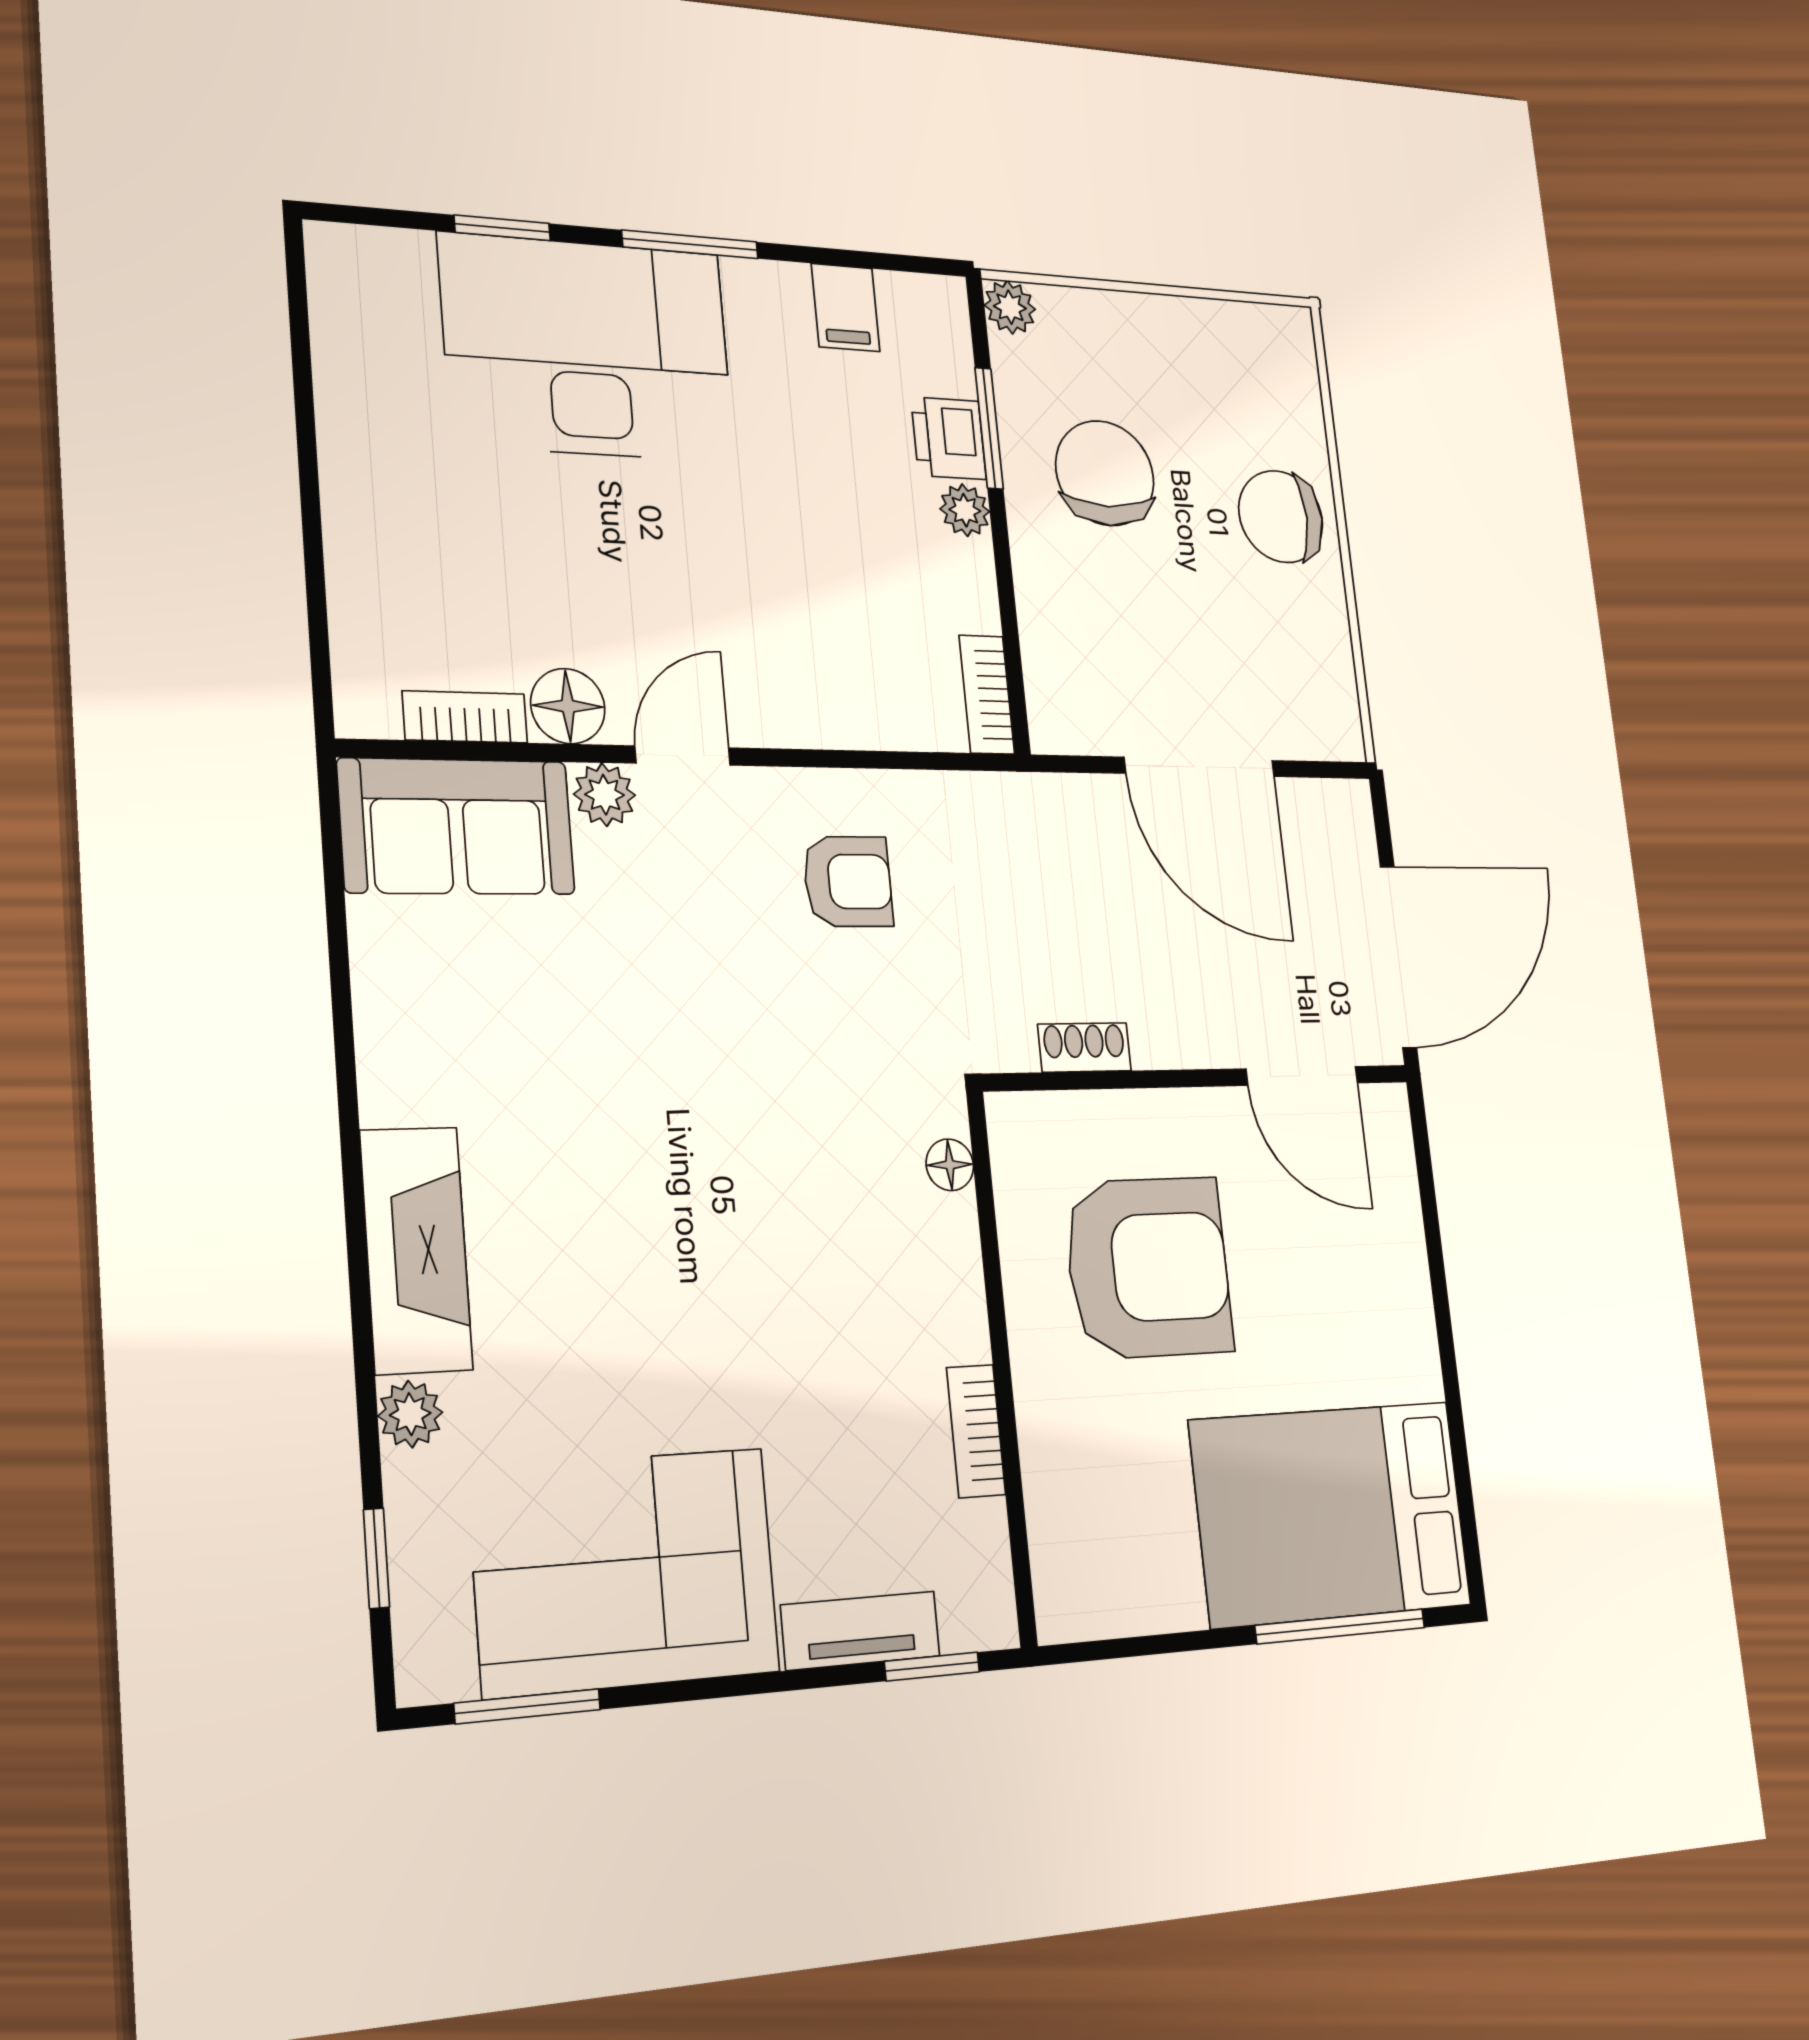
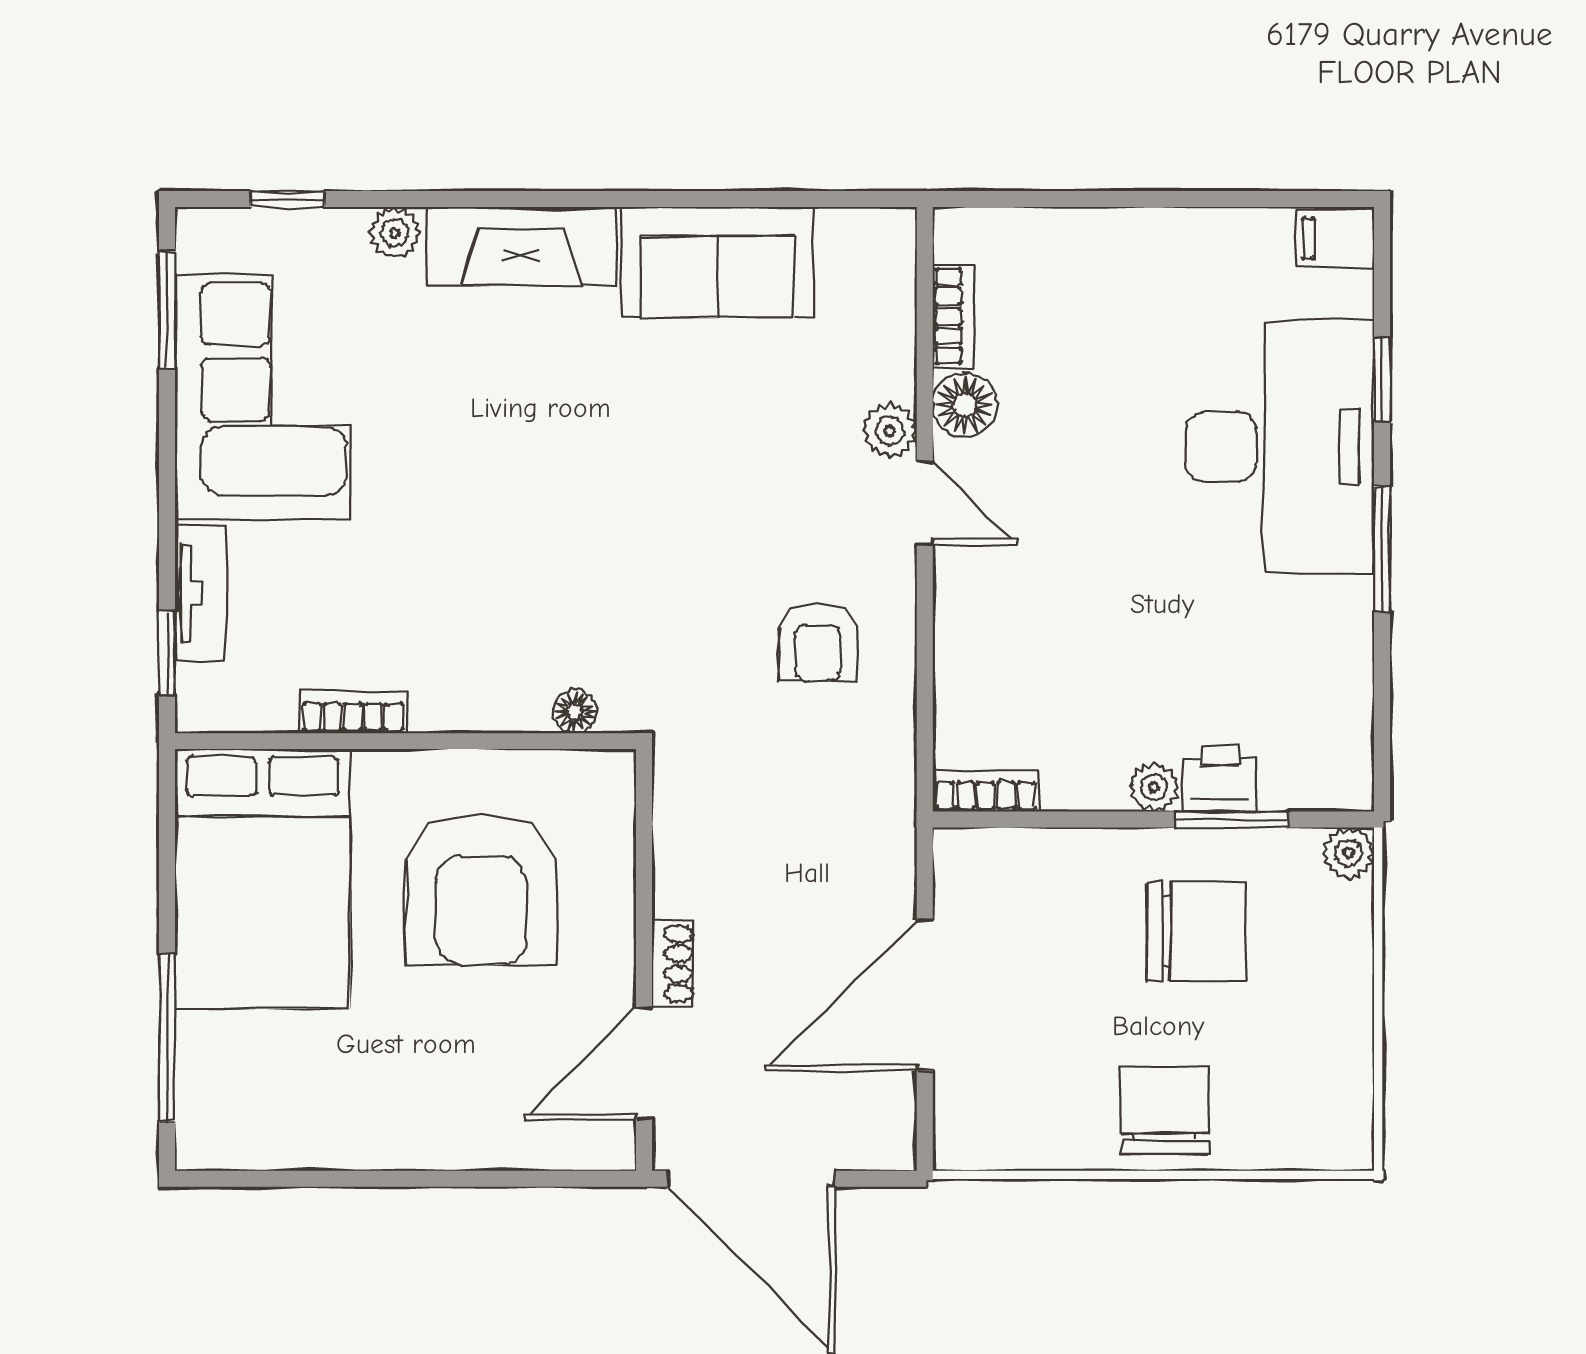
filing cabinet: (846, 308) -> (1335, 239), moved
sofa: (457, 826) -> (718, 262), moved, turned -90
shoe rack: (1084, 1047) -> (673, 963), moved
bed: (1331, 1513) -> (263, 879), moved, turned 180

